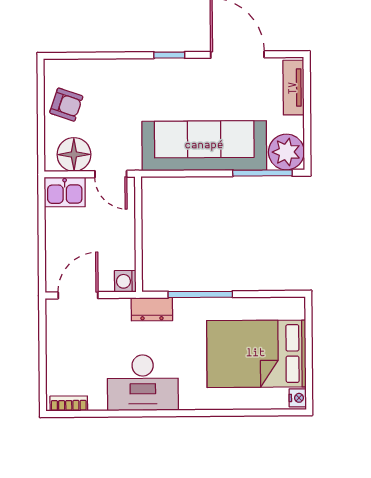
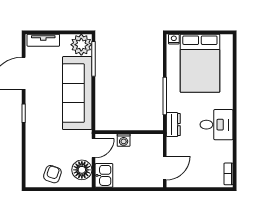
washing machine: (125, 281) -> (124, 140), moved
door: (78, 295) -> (165, 168), swing flipped
desk: (143, 383) -> (217, 125), width x0.73
nightstand: (298, 398) -> (174, 39), moved

